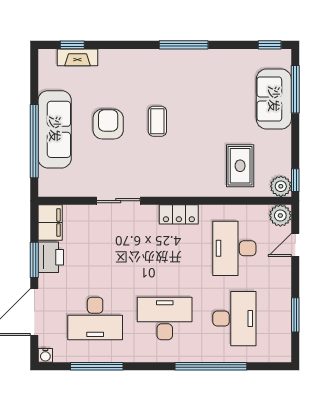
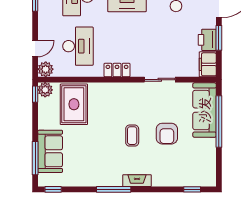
fireplace: (77, 57) -> (137, 181), moved
sofa: (55, 129) -> (204, 110), moved
rug: (240, 166) -> (74, 104), width x1.36, depth x1.43

